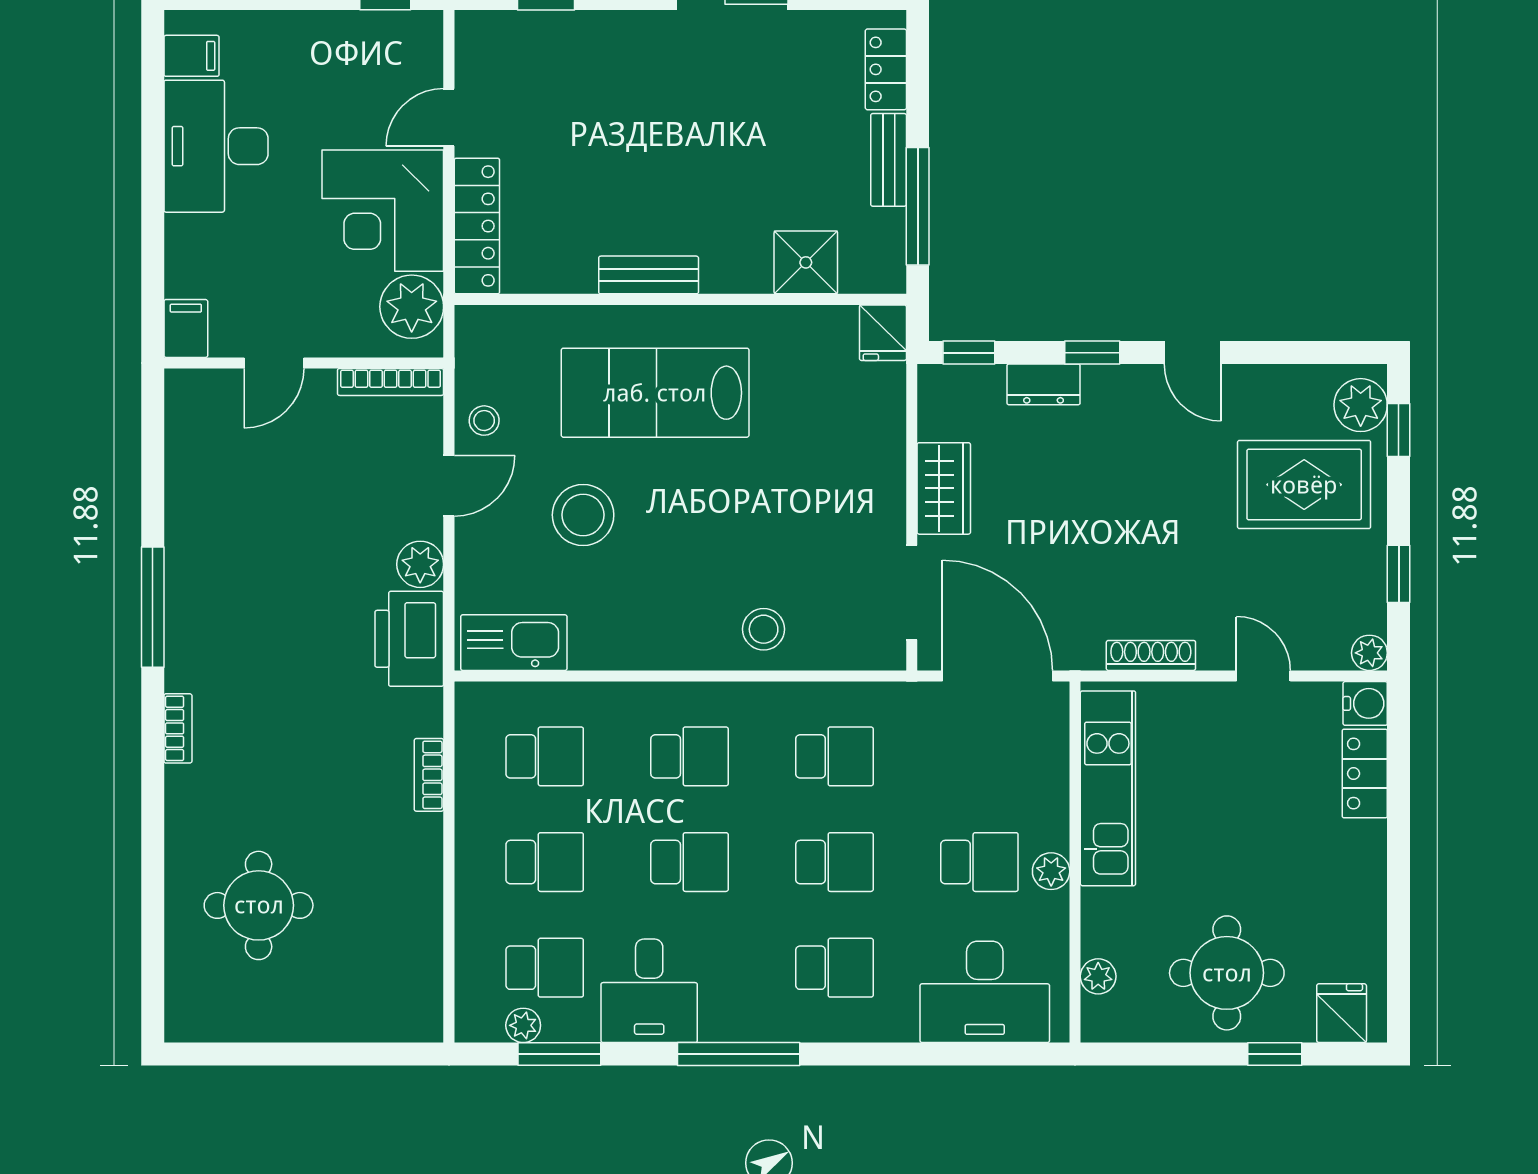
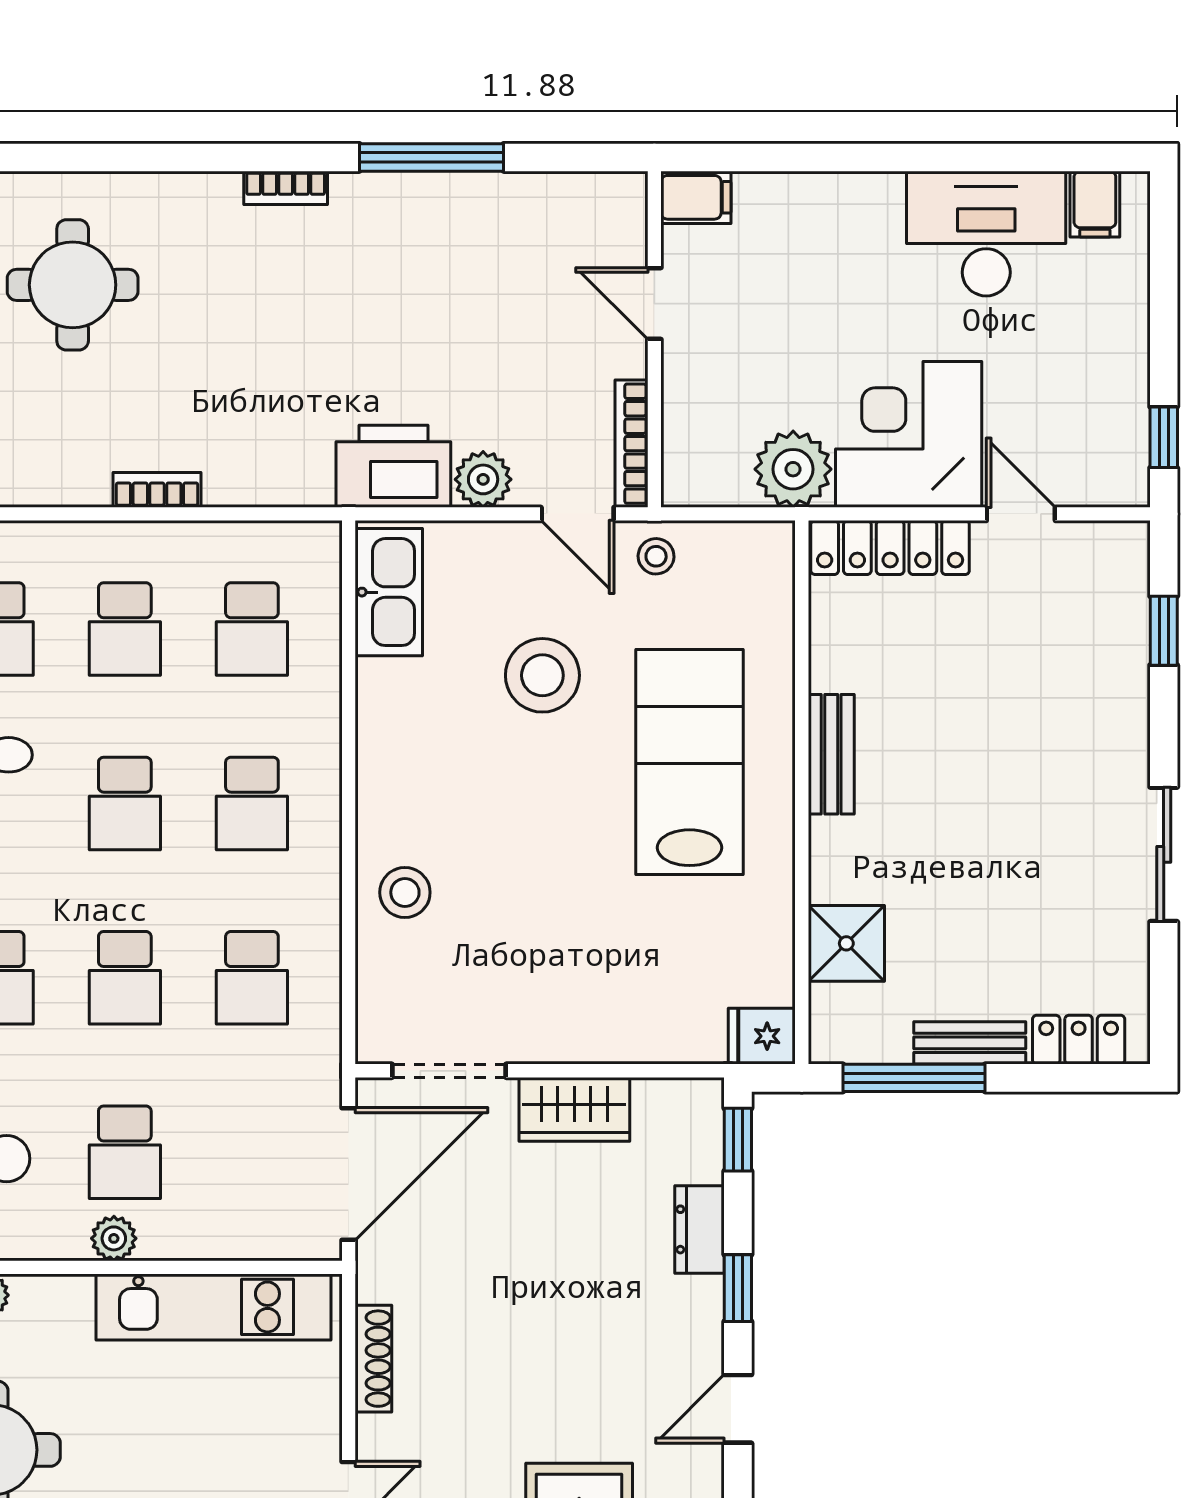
filing cabinet: (186, 328) -> (696, 197), moved
door: (274, 363) -> (654, 303), moved
wall: (304, 363) -> (654, 339), moved
bookcase: (391, 382) -> (631, 444), moved
bookcase: (429, 775) -> (157, 490), moved

